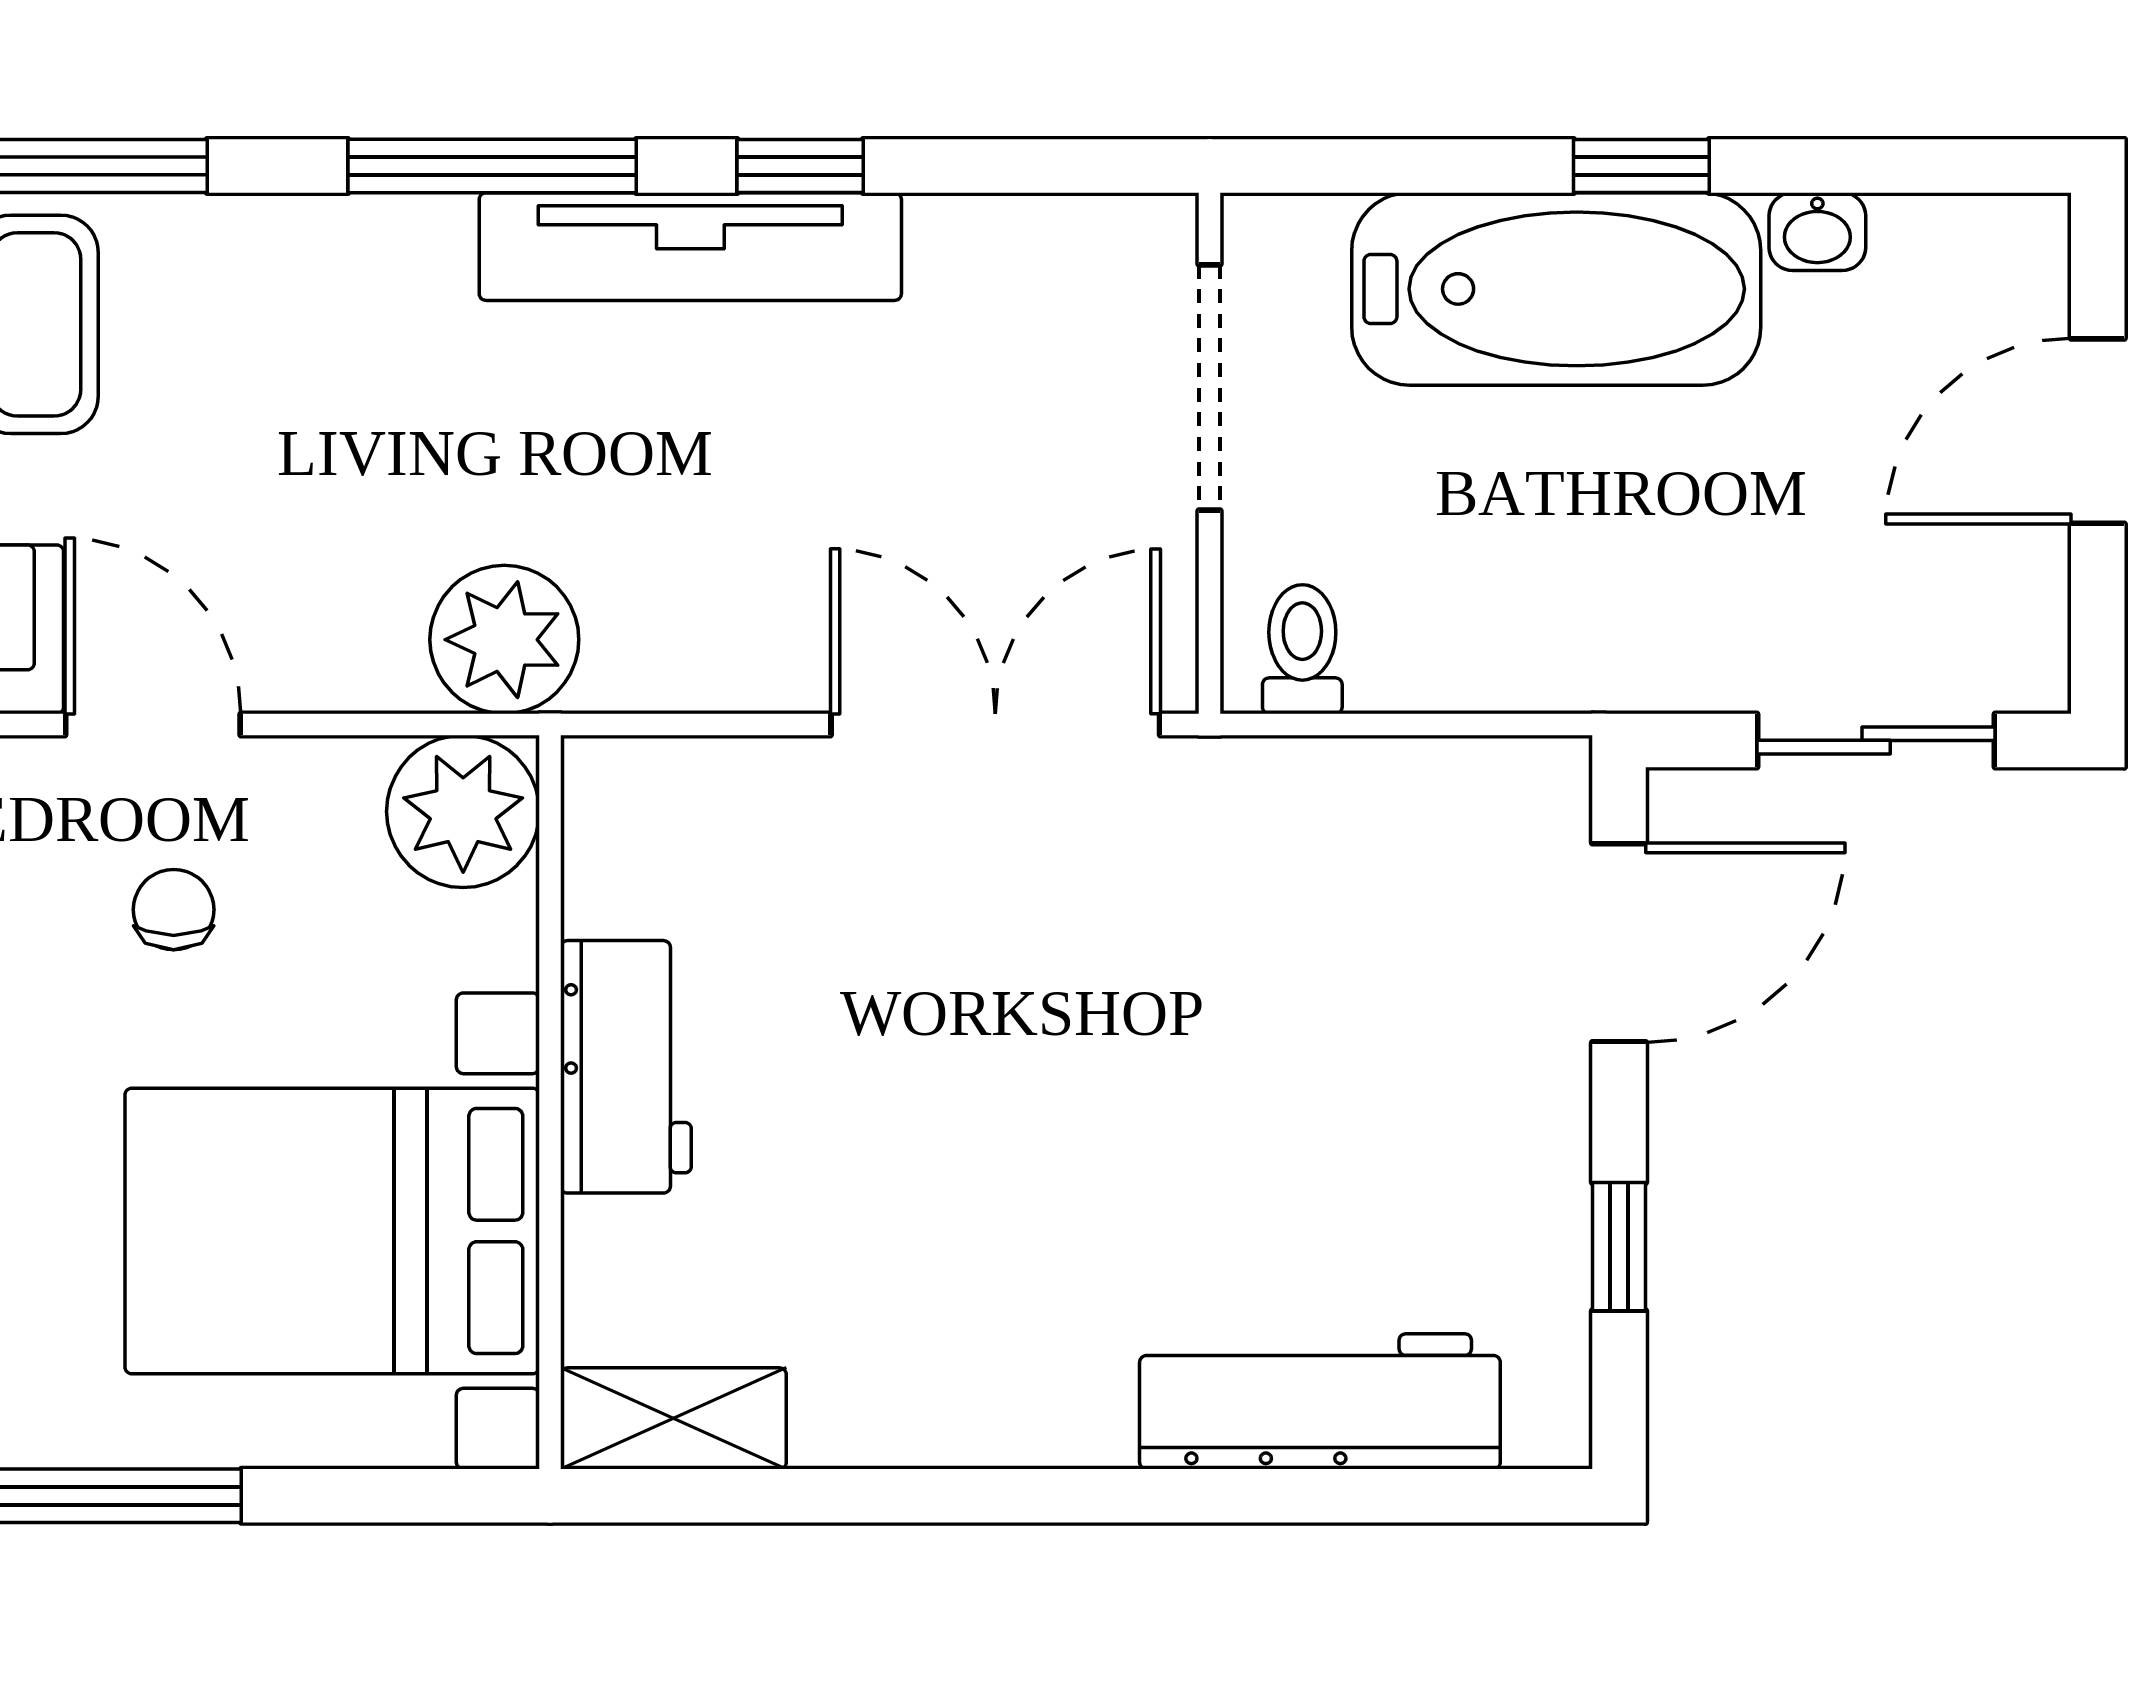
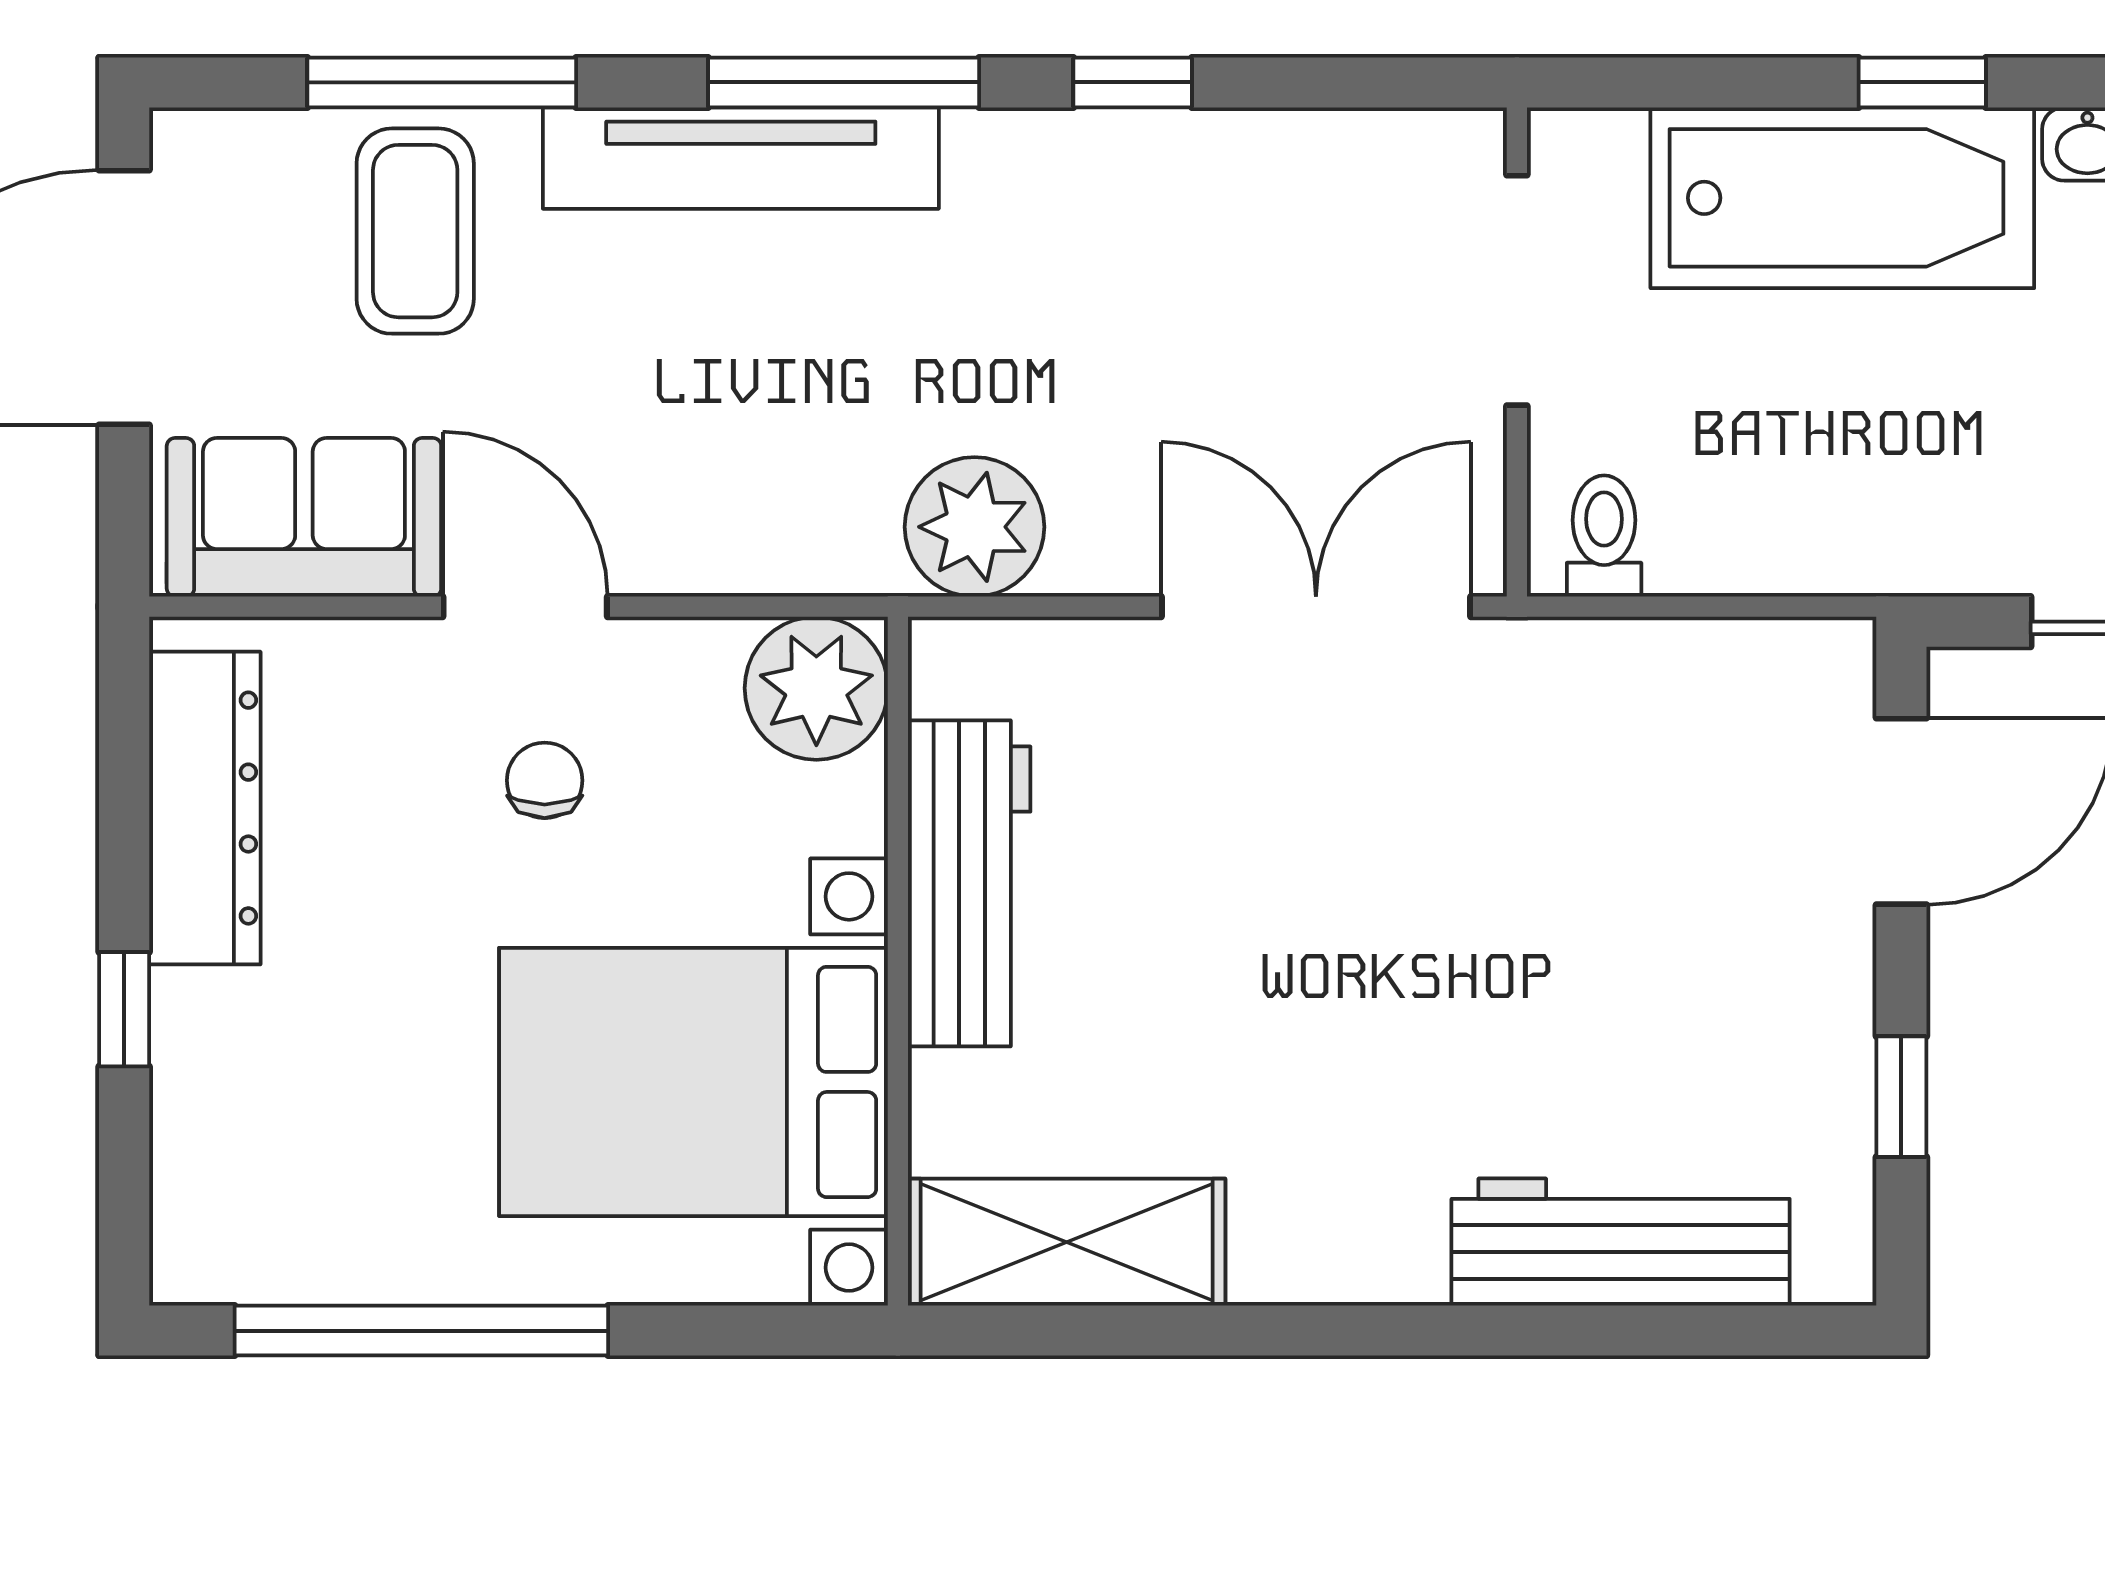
tv unit: (690, 247) -> (741, 158), moved
plant: (504, 640) -> (974, 527), moved
workbench: (626, 1067) -> (969, 883), width x1.37
shelving: (673, 1418) -> (1067, 1242), width x1.50, depth x1.33

